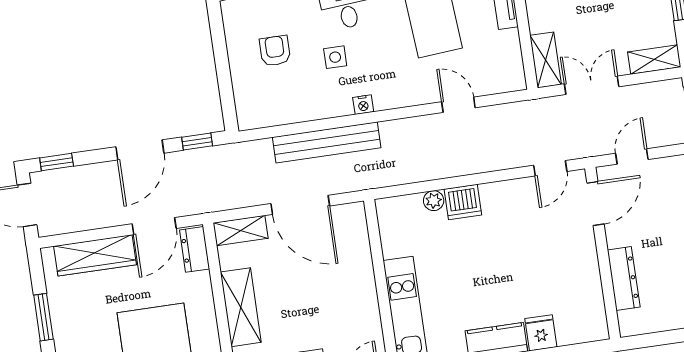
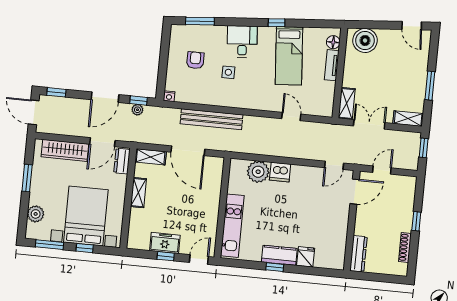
nightstand: (363, 105) -> (169, 96), moved
plant: (199, 157) -> (137, 110), added
plant: (434, 201) -> (258, 172), width x1.88, depth x1.88
dresser: (624, 279) -> (358, 254), moved
shelving: (241, 307) -> (138, 193), width x0.67, depth x0.75

